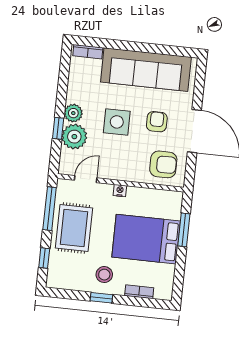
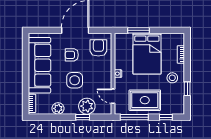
plant: (73, 113) -> (58, 108), moved
window: (101, 298) -> (187, 89), moved

